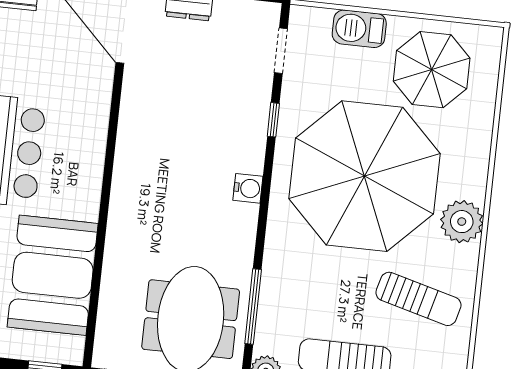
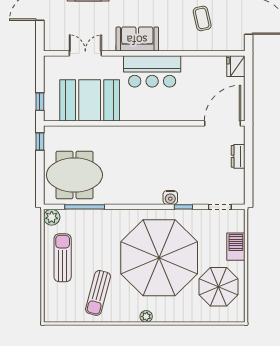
water cooler: (248, 188) -> (170, 198), moved
plant: (462, 222) -> (146, 316), width x0.53, depth x0.53

